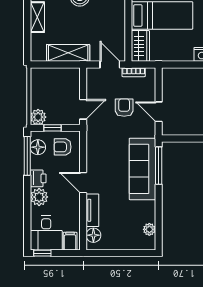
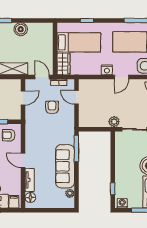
door: (83, 109) -> (23, 98), moved
door: (159, 112) -> (76, 97), moved
sofa: (142, 169) -> (65, 166), moved

